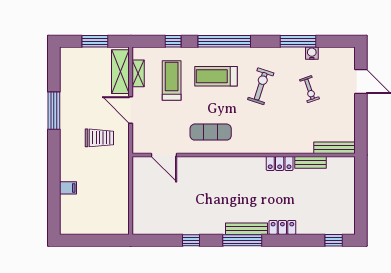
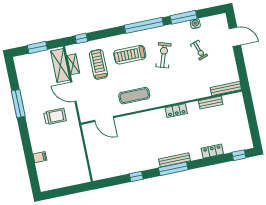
window: (173, 41) -> (81, 38), moved
window: (224, 41) -> (144, 25), moved
locker: (280, 163) -> (176, 111), moved
locker: (282, 227) -> (212, 151), moved

